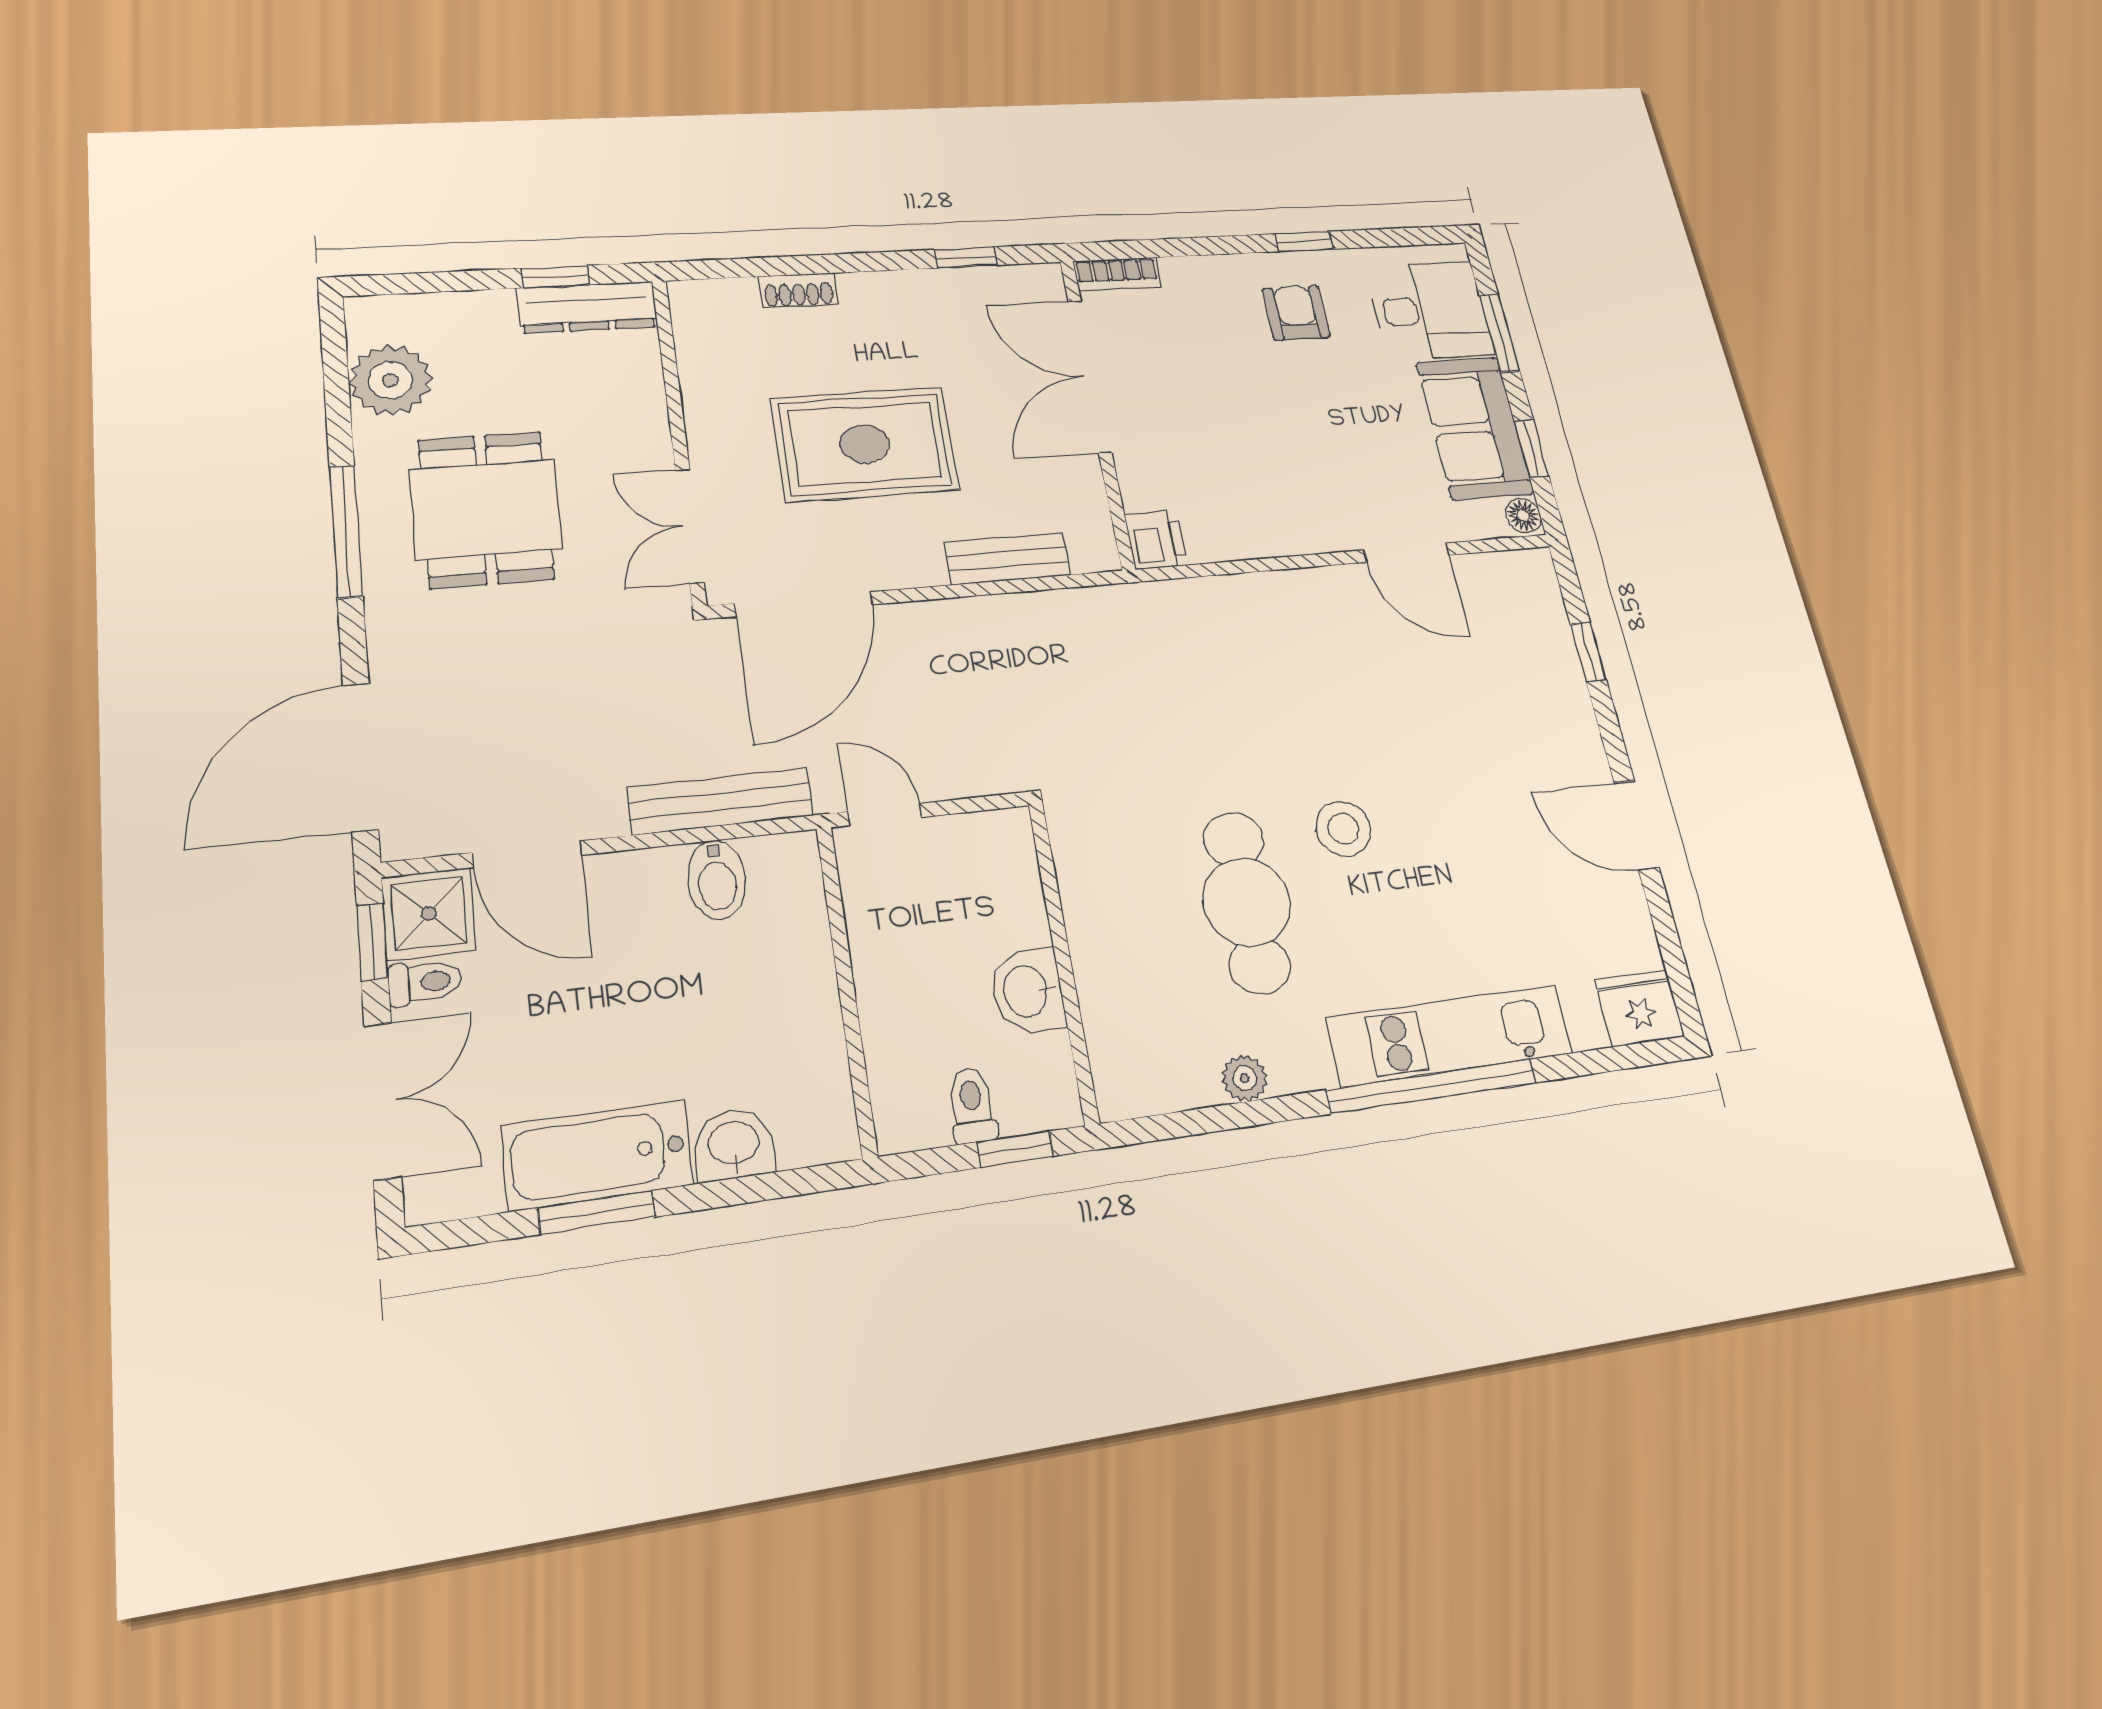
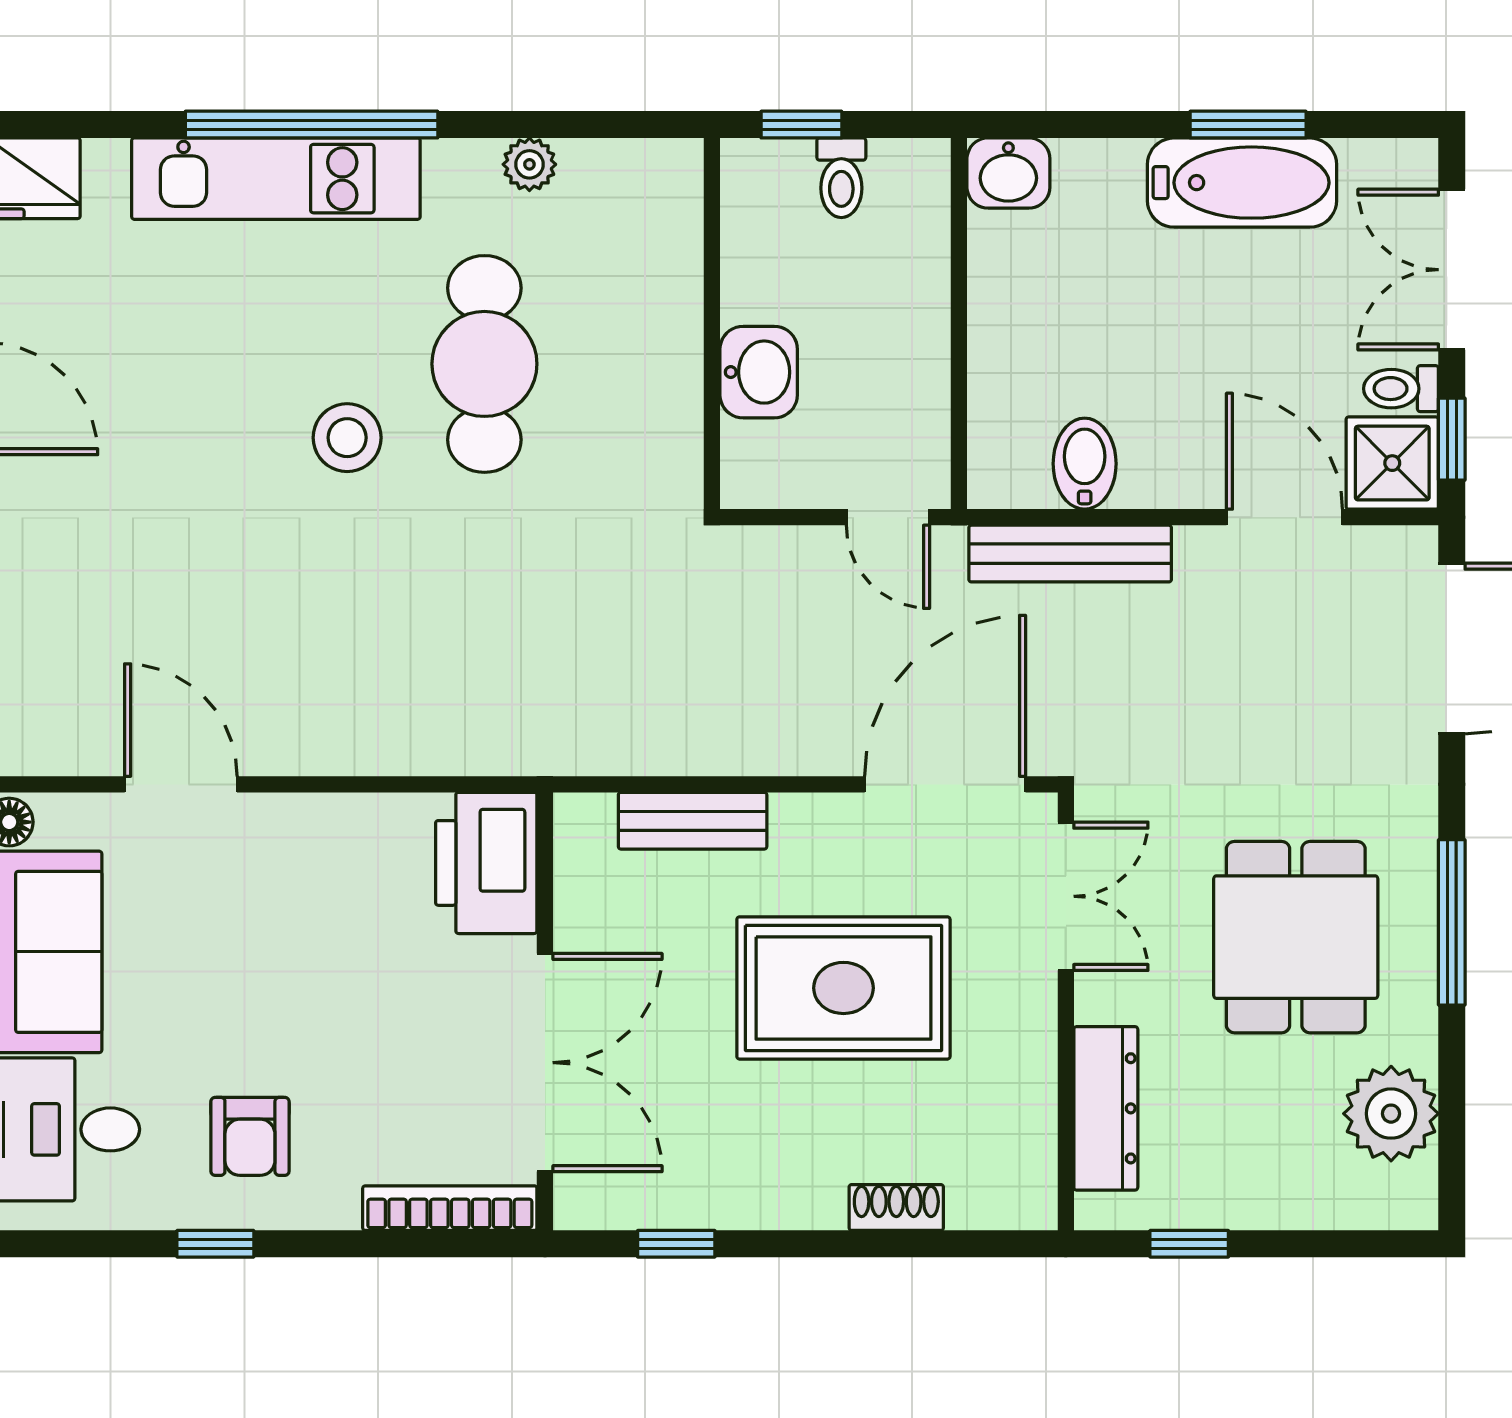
bookcase: (1117, 274) -> (450, 1208), width x1.56
dresser: (587, 307) -> (1106, 1108), moved, turned 90
printer: (1156, 540) -> (486, 863), width x1.87, depth x1.48
washbasin: (1027, 991) -> (759, 372), moved
washbasin: (734, 1145) -> (1008, 173), moved

